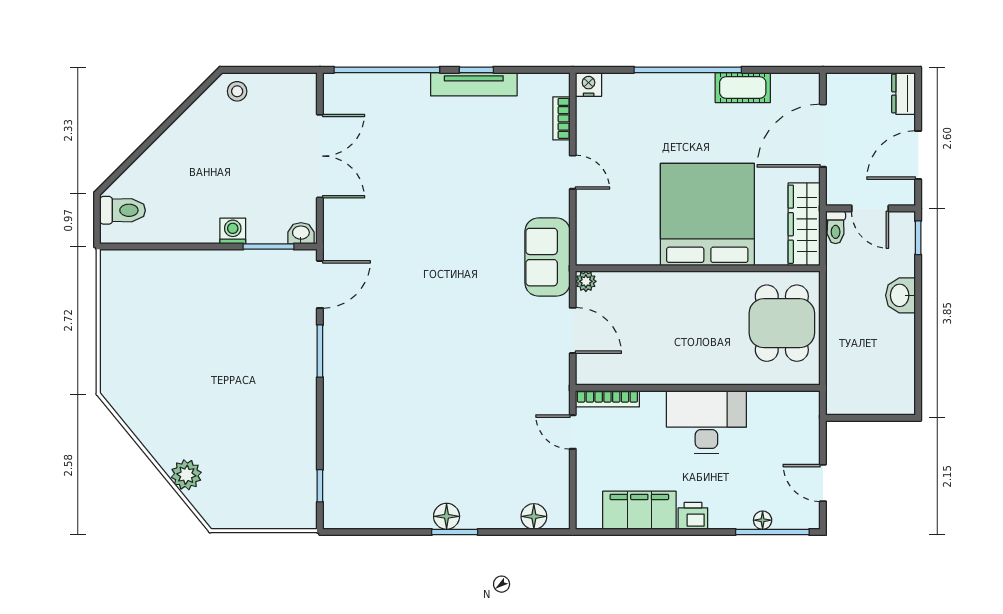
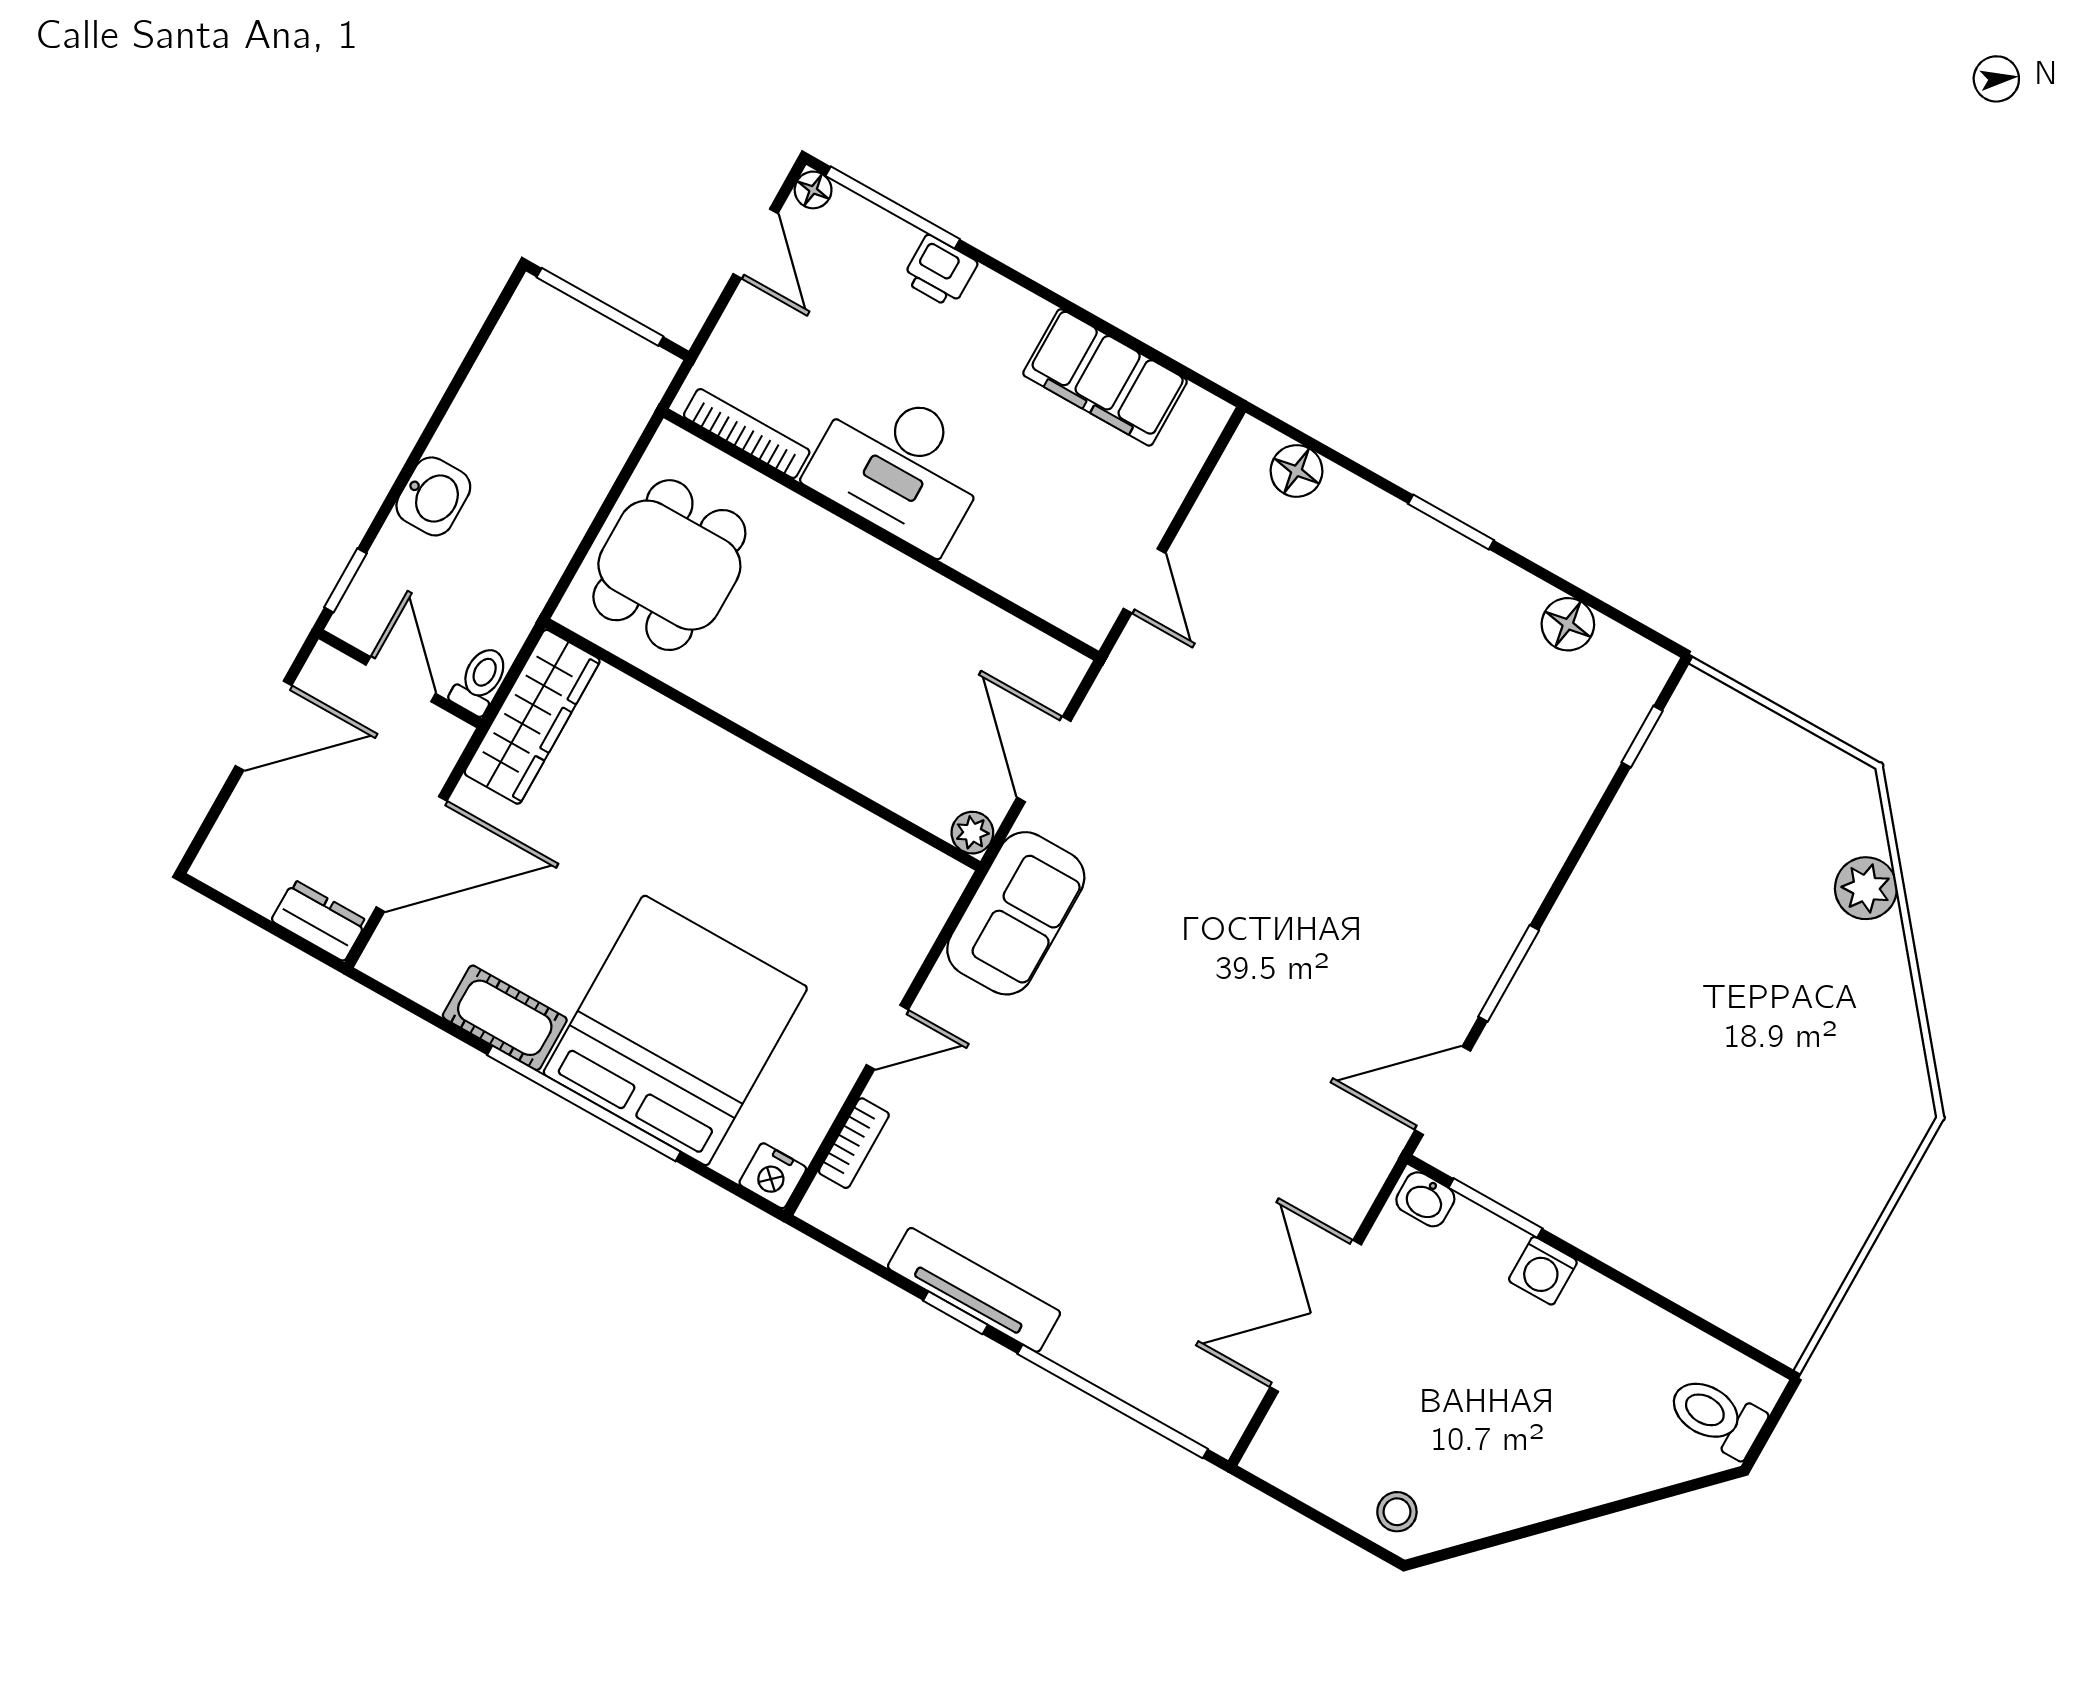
dresser: (904, 93) -> (319, 921), moved, turned -90
door: (573, 172) -> (887, 1037), swing flipped
bed: (707, 214) -> (675, 1030), moved, turned 180
bookcase: (607, 399) -> (747, 434), moved
window: (875, 418) -> (600, 307), added
floor lamp: (447, 516) -> (1568, 624), moved
printer: (693, 516) -> (940, 271), moved
floor lamp: (763, 520) -> (813, 190), moved

